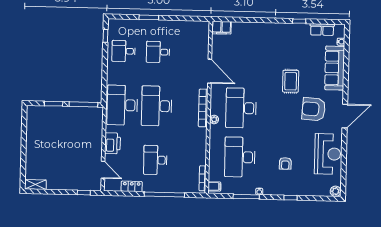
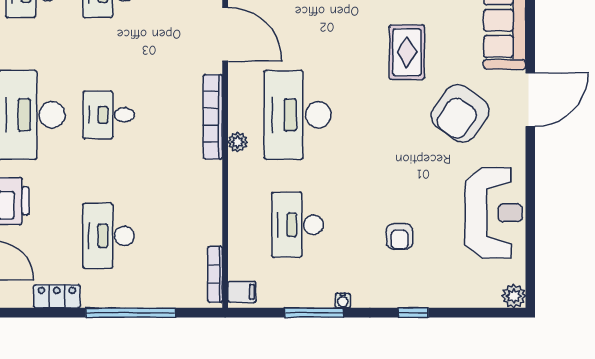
desk: (157, 106) -> (109, 115), width x0.53, depth x0.77
armchair: (314, 109) -> (460, 113), turned -59
door: (345, 116) -> (530, 100), moved
desk: (240, 157) -> (298, 225), width x0.73, depth x0.77

